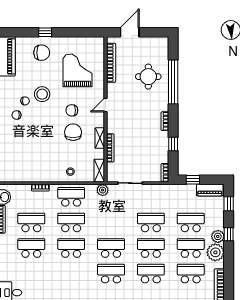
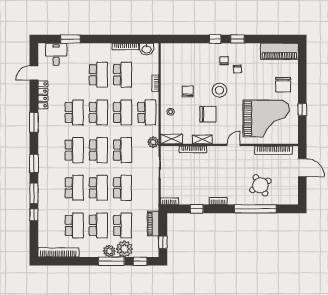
window: (45, 32) -> (302, 110), moved
grand piano: (78, 70) -> (266, 118), width x1.37, depth x1.48
round table: (148, 77) -> (260, 185), turned -30
stool: (42, 94) -> (219, 90), moved
door: (105, 105) -> (234, 145), hinge flipped
chair: (72, 110) -> (188, 91), moved
window: (193, 180) -> (163, 242), moved
piano: (210, 190) -> (153, 223), moved
school desk: (111, 222) -> (123, 150), added
window: (229, 234) -> (111, 261), width x2.17
plant: (215, 252) -> (124, 249), moved
school desk: (71, 274) -> (74, 112), added

